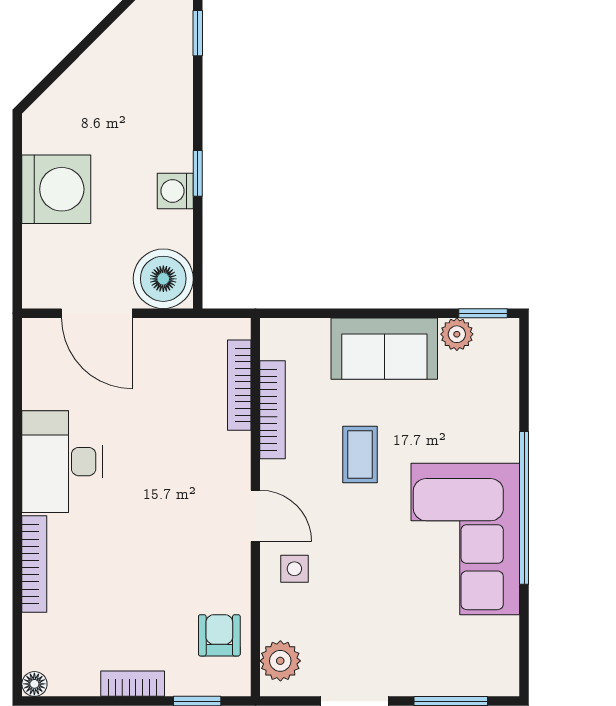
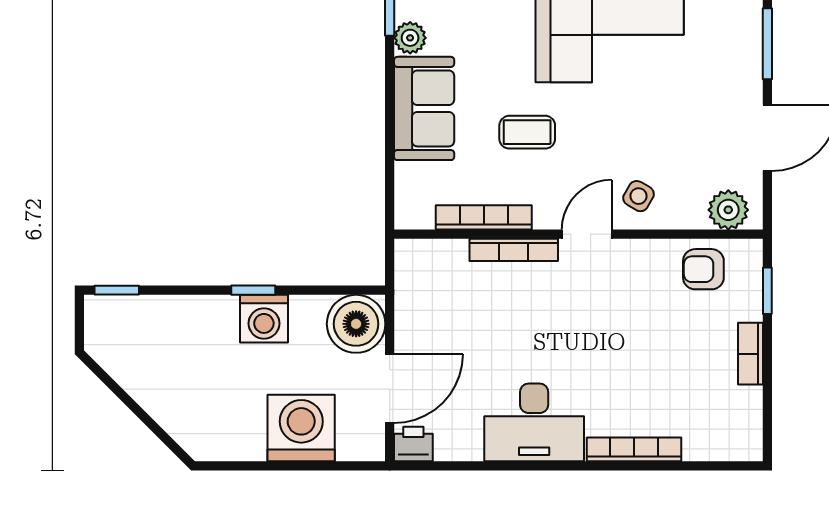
washing machine: (56, 189) -> (301, 428), moved
washing machine: (175, 191) -> (264, 319), width x1.38, depth x1.38
printer: (40, 338) -> (413, 444), added
bookcase: (239, 385) -> (514, 250), moved
side table: (294, 569) -> (639, 196), turned 30
floor lamp: (34, 684) -> (751, 449), removed

